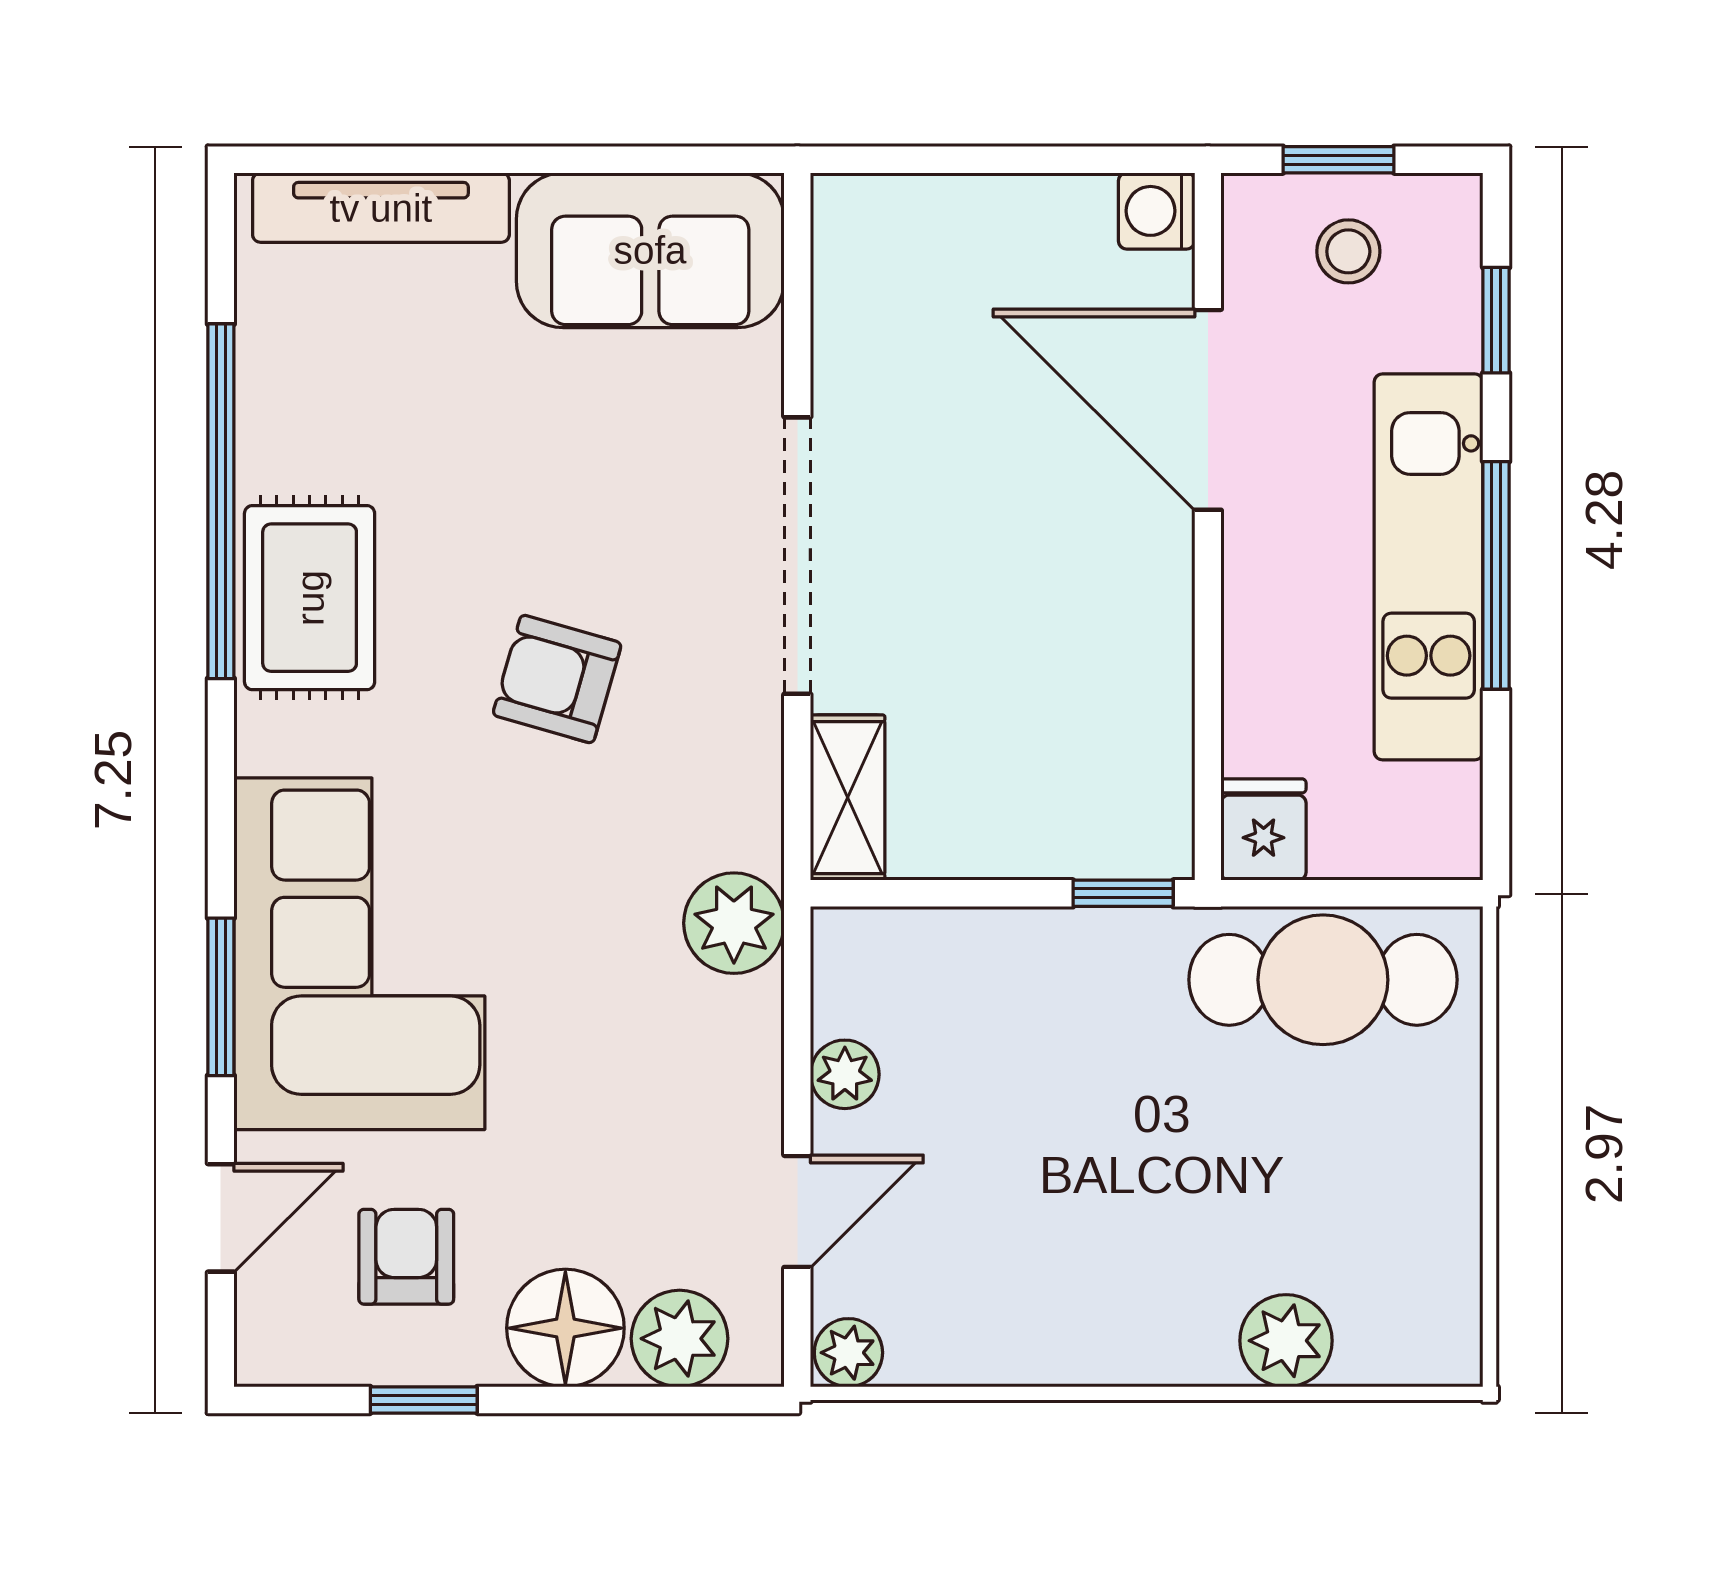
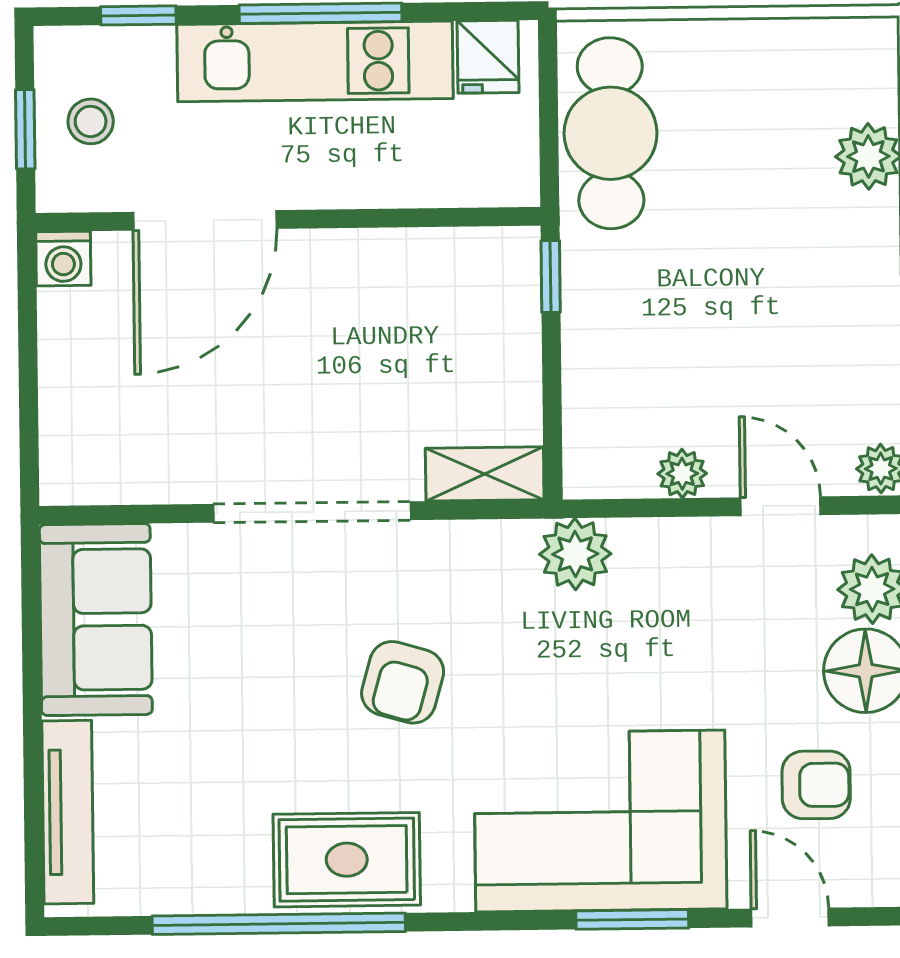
fridge: (1264, 830) -> (488, 57), moved, turned -90
armchair: (406, 1257) -> (816, 785), turned 180

